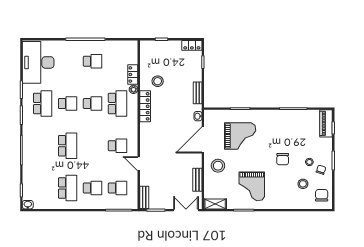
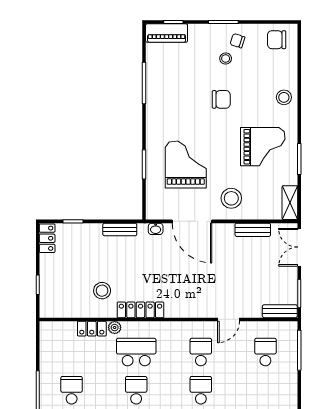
stool: (303, 184) -> (284, 97), moved
school desk: (93, 188) -> (201, 390), moved

